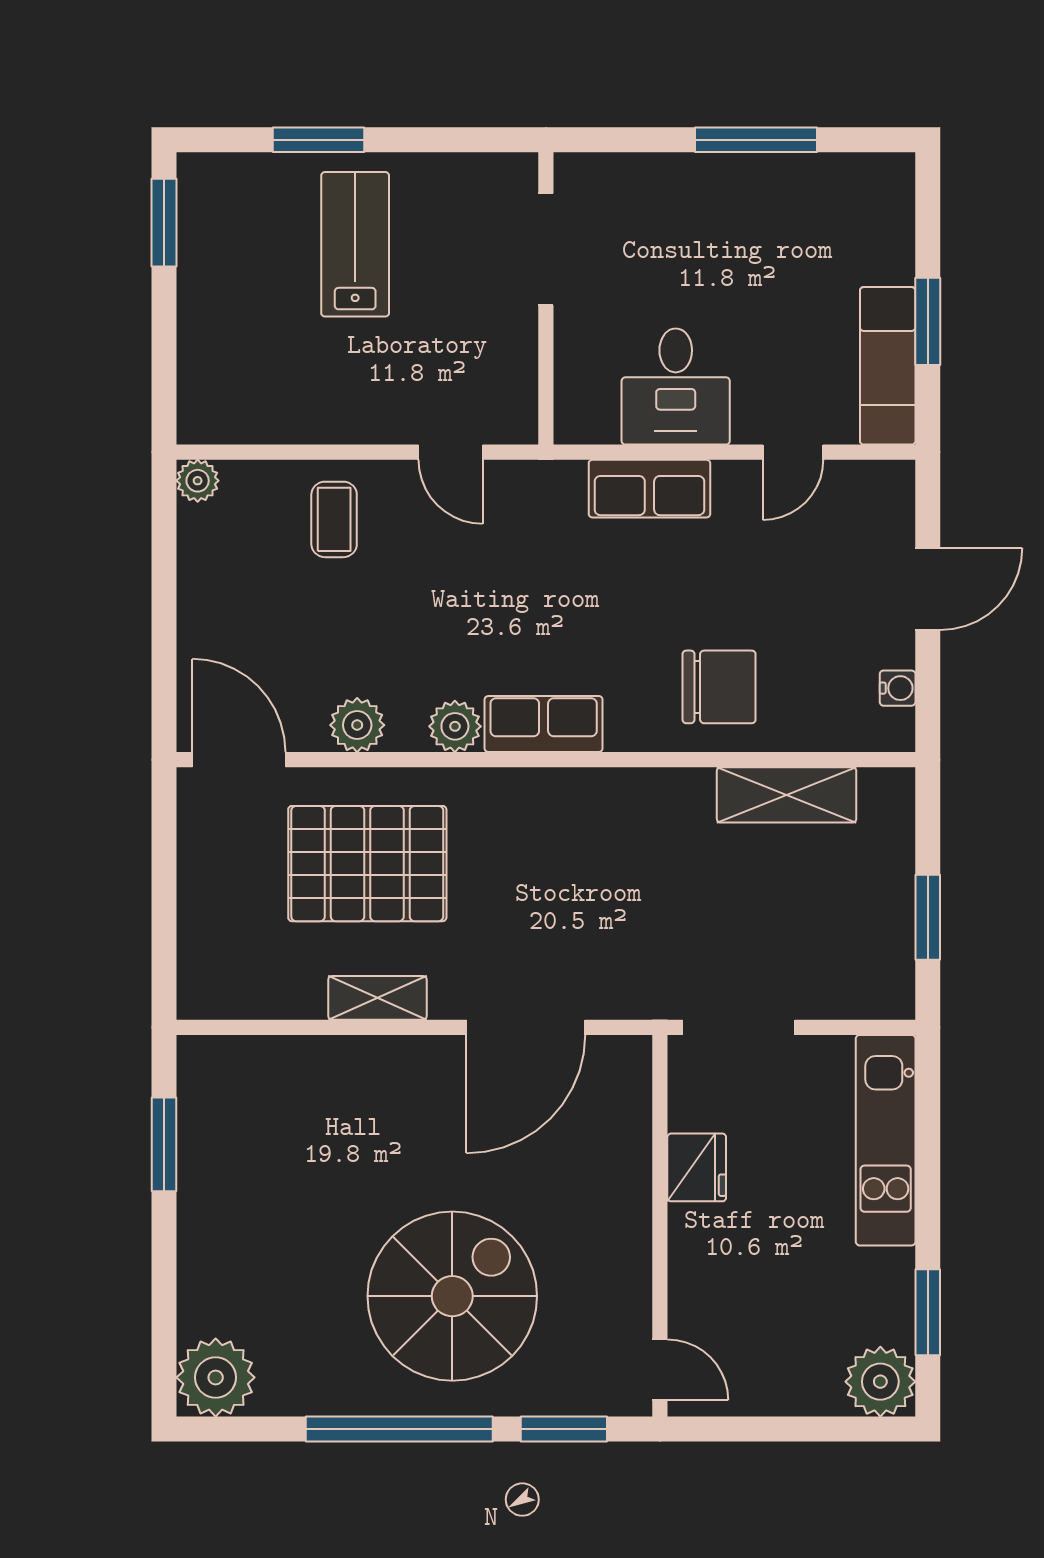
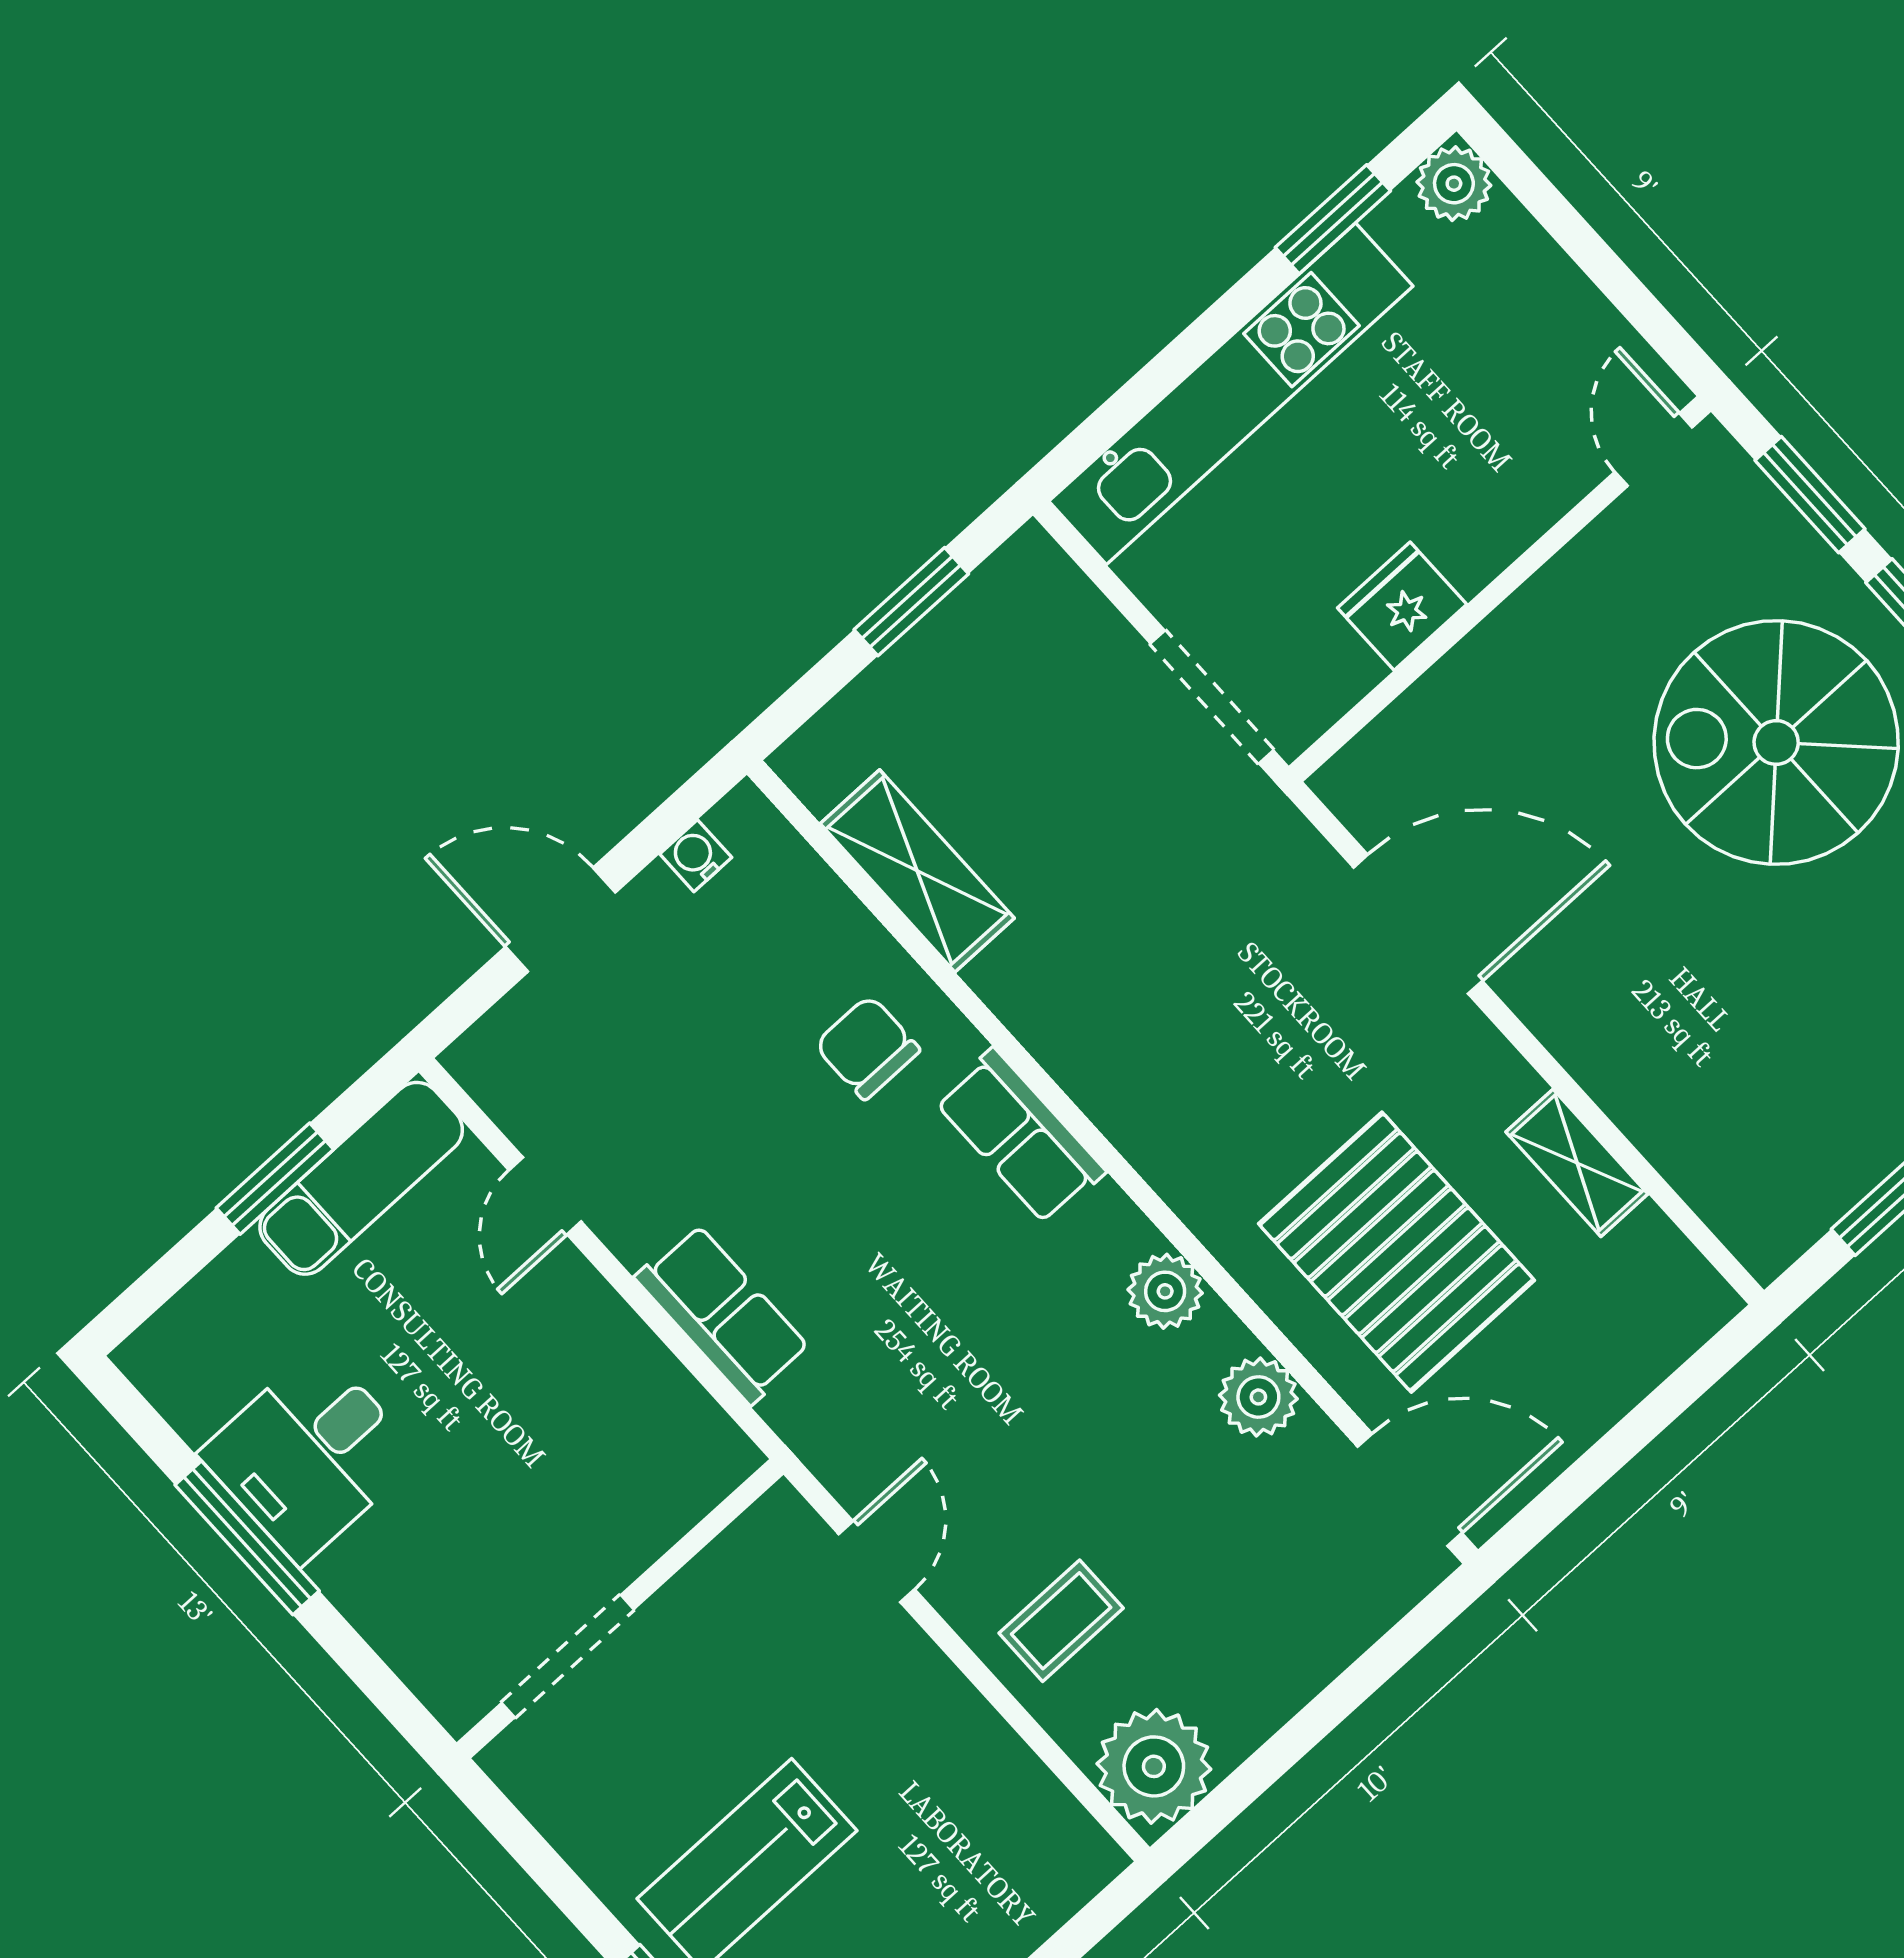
desk: (676, 386) -> (310, 1455), moved, turned 180
door: (793, 452) -> (545, 1196), swing flipped
plant: (198, 481) -> (1154, 1766), width x1.87, depth x1.87
chair: (719, 687) -> (867, 1047), width x0.73, depth x0.73
row of seats: (544, 724) -> (1020, 1136), moved
door: (239, 760) -> (1410, 1490), swing flipped
shelving: (378, 998) -> (1577, 1163), moved
kitchen unit: (886, 1140) -> (1231, 394), width x1.36
plant: (880, 1382) -> (1454, 184), width x0.73, depth x0.73

